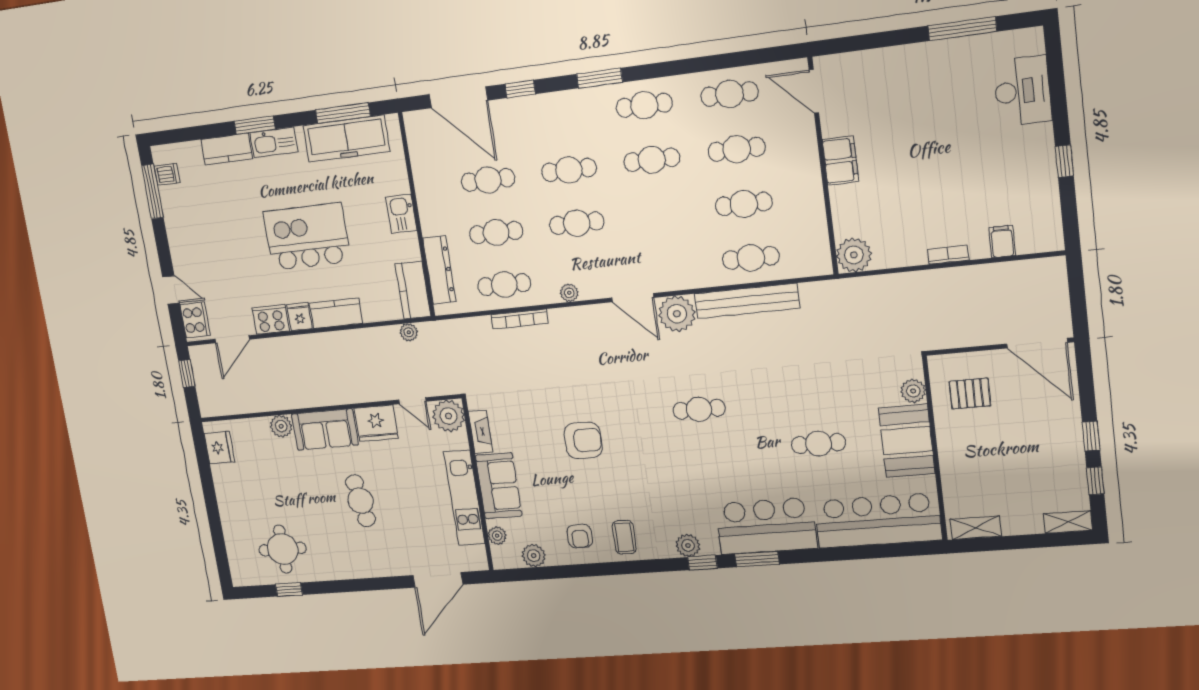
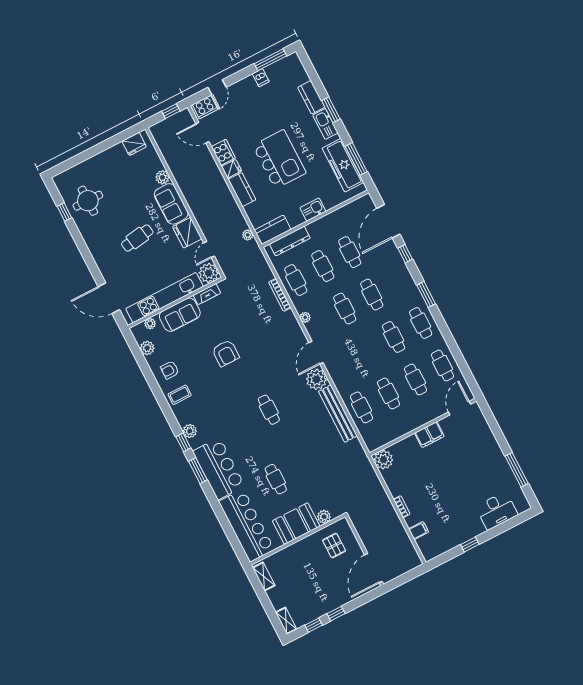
dishwasher: (167, 174) -> (261, 78), moved
kitchen unit: (464, 498) -> (164, 298), width x1.36

